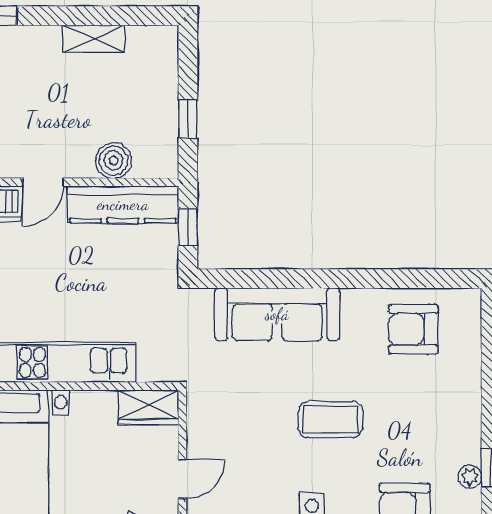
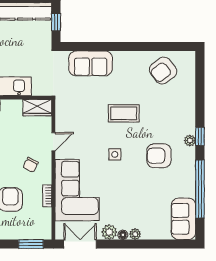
sofa: (277, 314) -> (91, 63), width x0.73
armchair: (413, 329) -> (163, 71), turned -38

